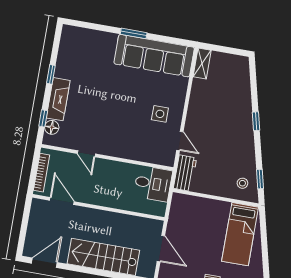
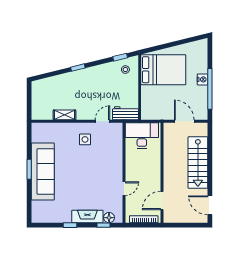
sofa: (154, 56) -> (43, 171), moved
shelving: (202, 64) -> (65, 115), moved
desk: (153, 184) -> (142, 136), width x1.37
bed: (240, 234) -> (163, 70), width x1.50
door: (161, 249) -> (184, 121), hinge flipped

